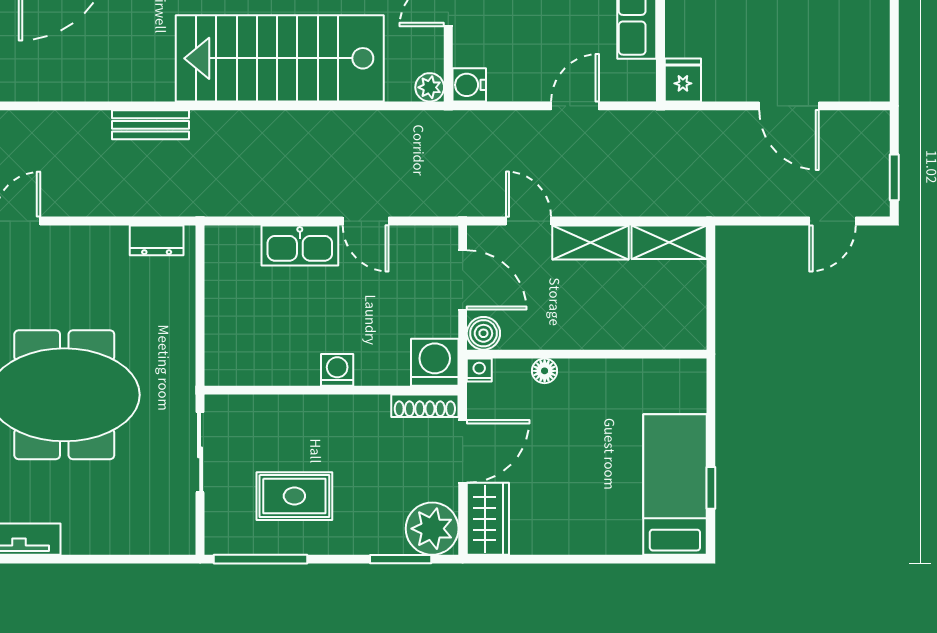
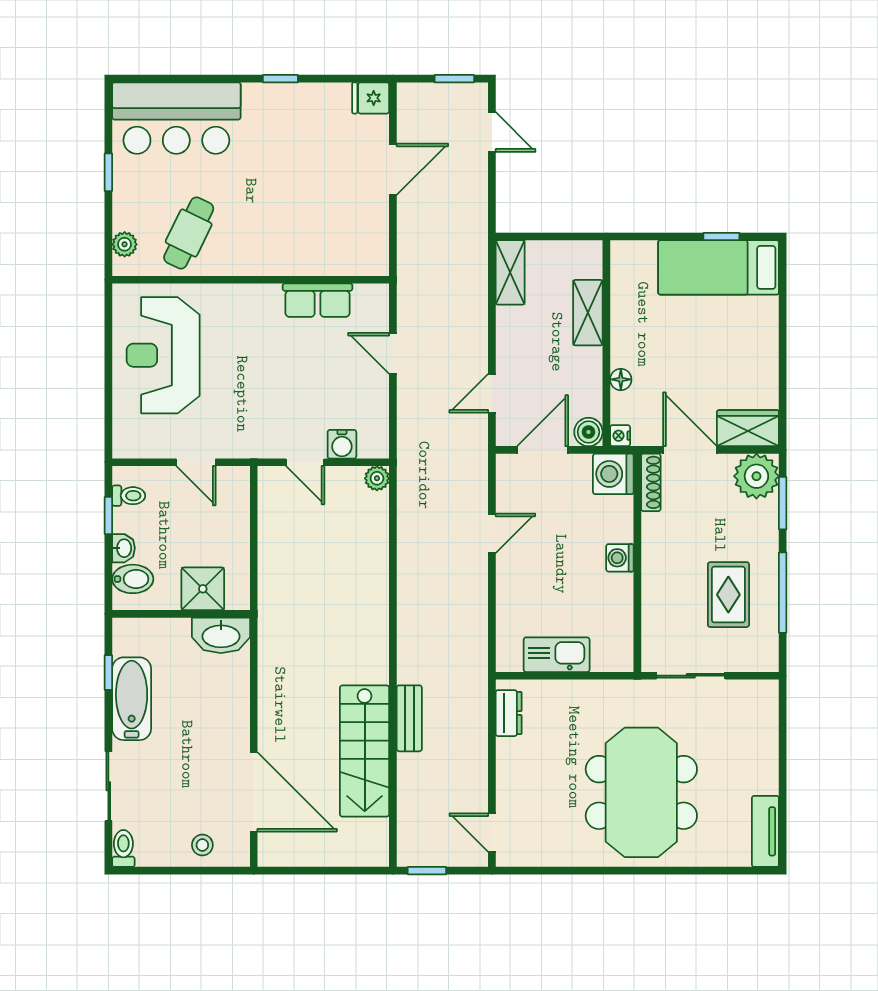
stairs: (280, 58) -> (365, 751), moved, width x0.73, depth x0.66
fridge: (683, 80) -> (371, 98), moved
water cooler: (469, 85) -> (342, 444), moved
shelving: (591, 242) -> (588, 313), moved
kitchen sink: (300, 246) -> (557, 655), moved, turned -90
window: (261, 559) -> (783, 593), moved

